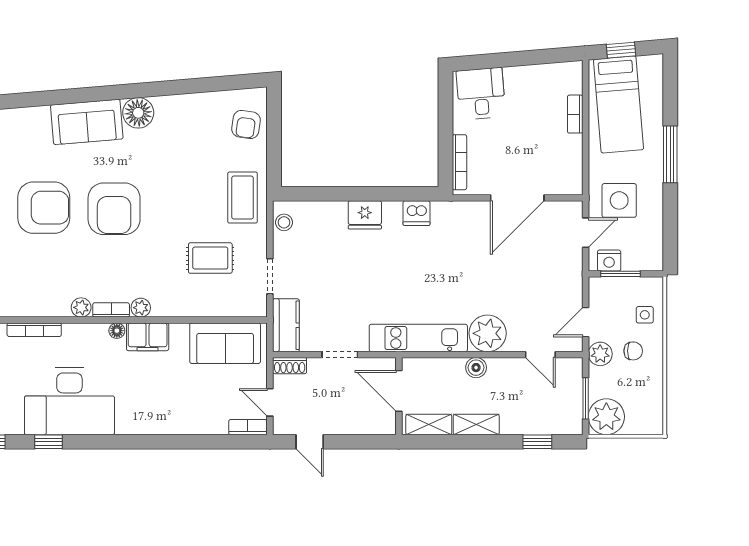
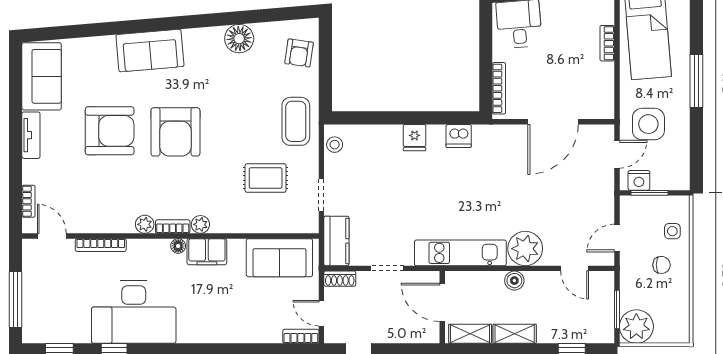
floor lamp: (138, 113) -> (239, 39), moved
fridge: (365, 215) -> (415, 138), width x0.72
plant: (600, 354) -> (631, 268), removed

